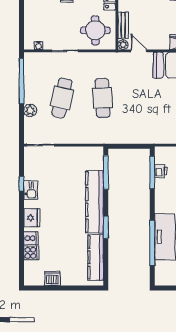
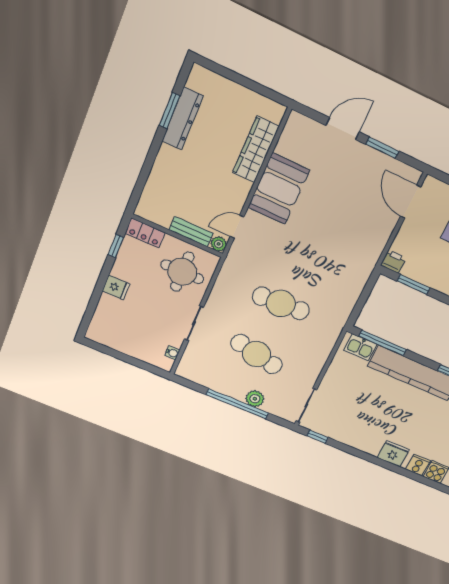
window: (21, 81) -> (237, 404), moved
printer: (161, 171) -> (393, 261), moved
window: (152, 172) -> (414, 284), width x0.69
window: (21, 184) -> (318, 437), moved
kitchen sink: (31, 190) -> (360, 347), moved, turned 180

